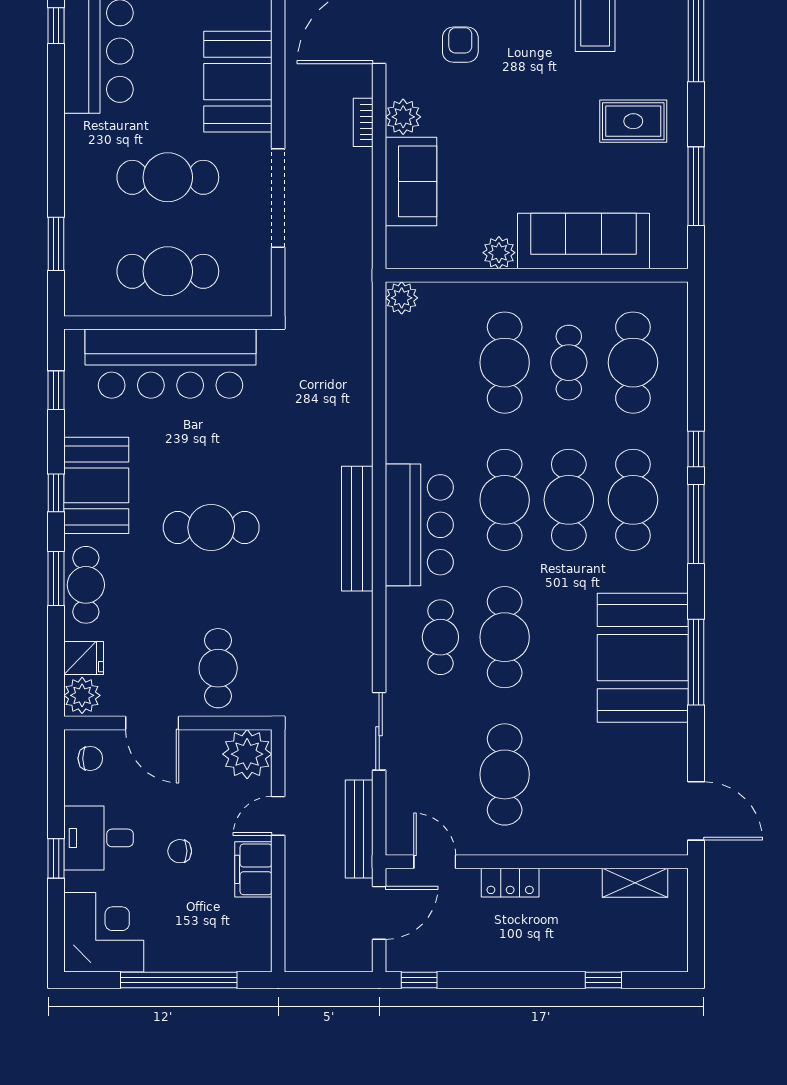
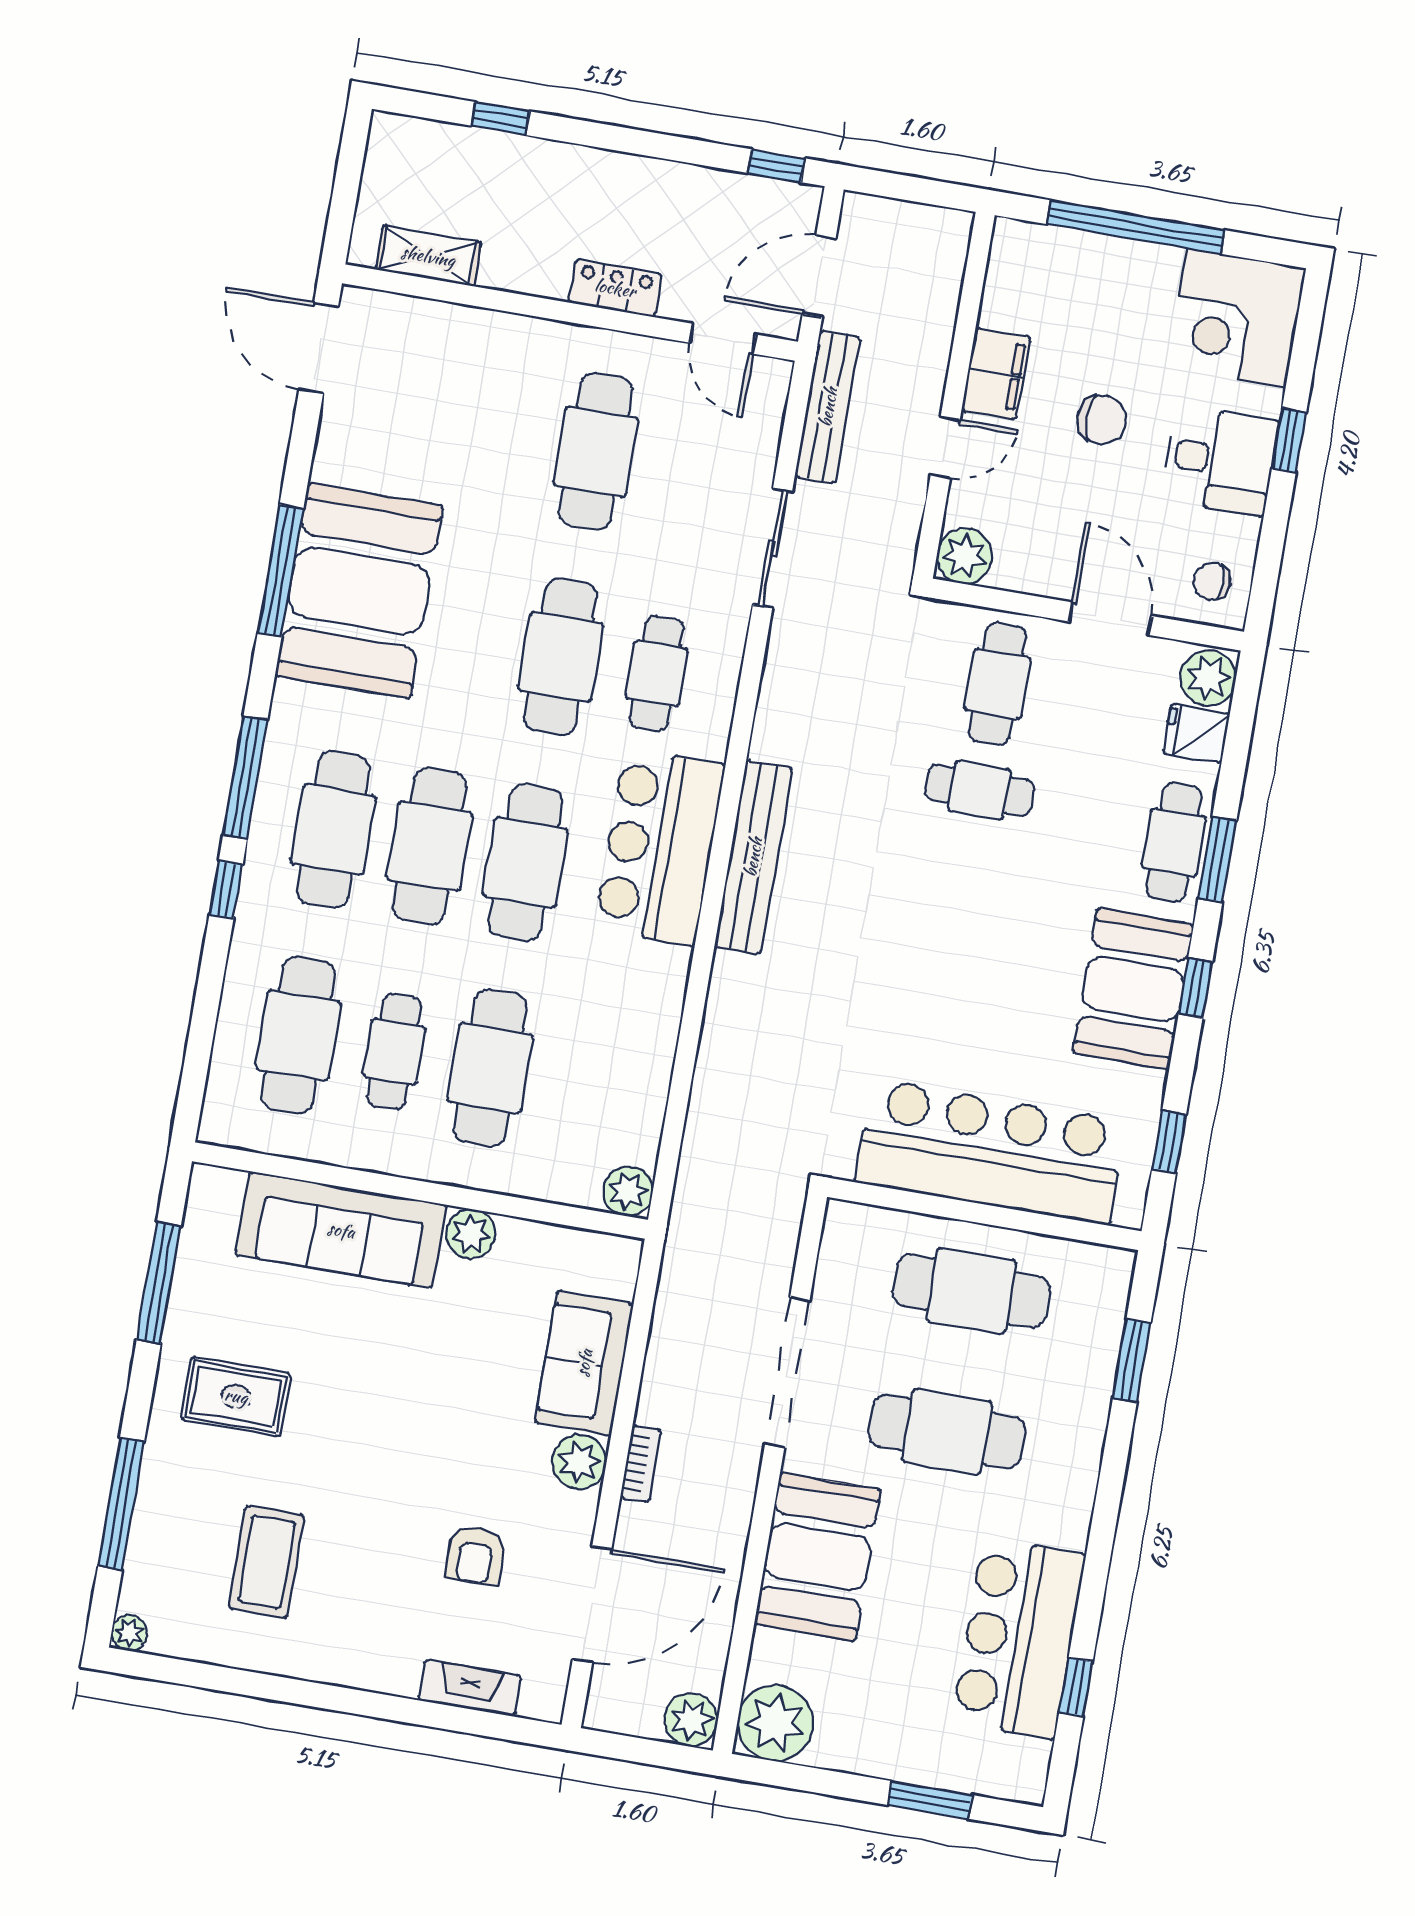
cafe table: (211, 527) -> (979, 790), moved, width x0.73, depth x0.74
plant: (247, 754) -> (964, 556), width x0.73, depth x0.73
chair: (180, 851) -> (1102, 420), width x1.37, depth x1.37

